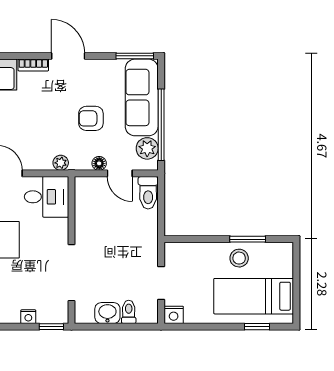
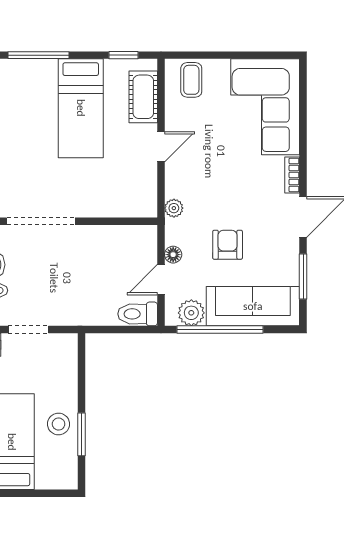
window: (135, 56) -> (303, 277), moved
desk: (46, 197) -> (133, 191), removed

